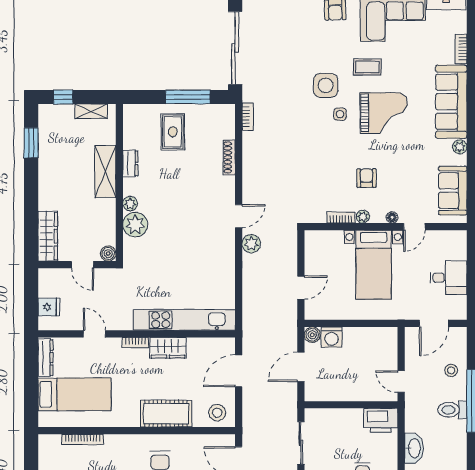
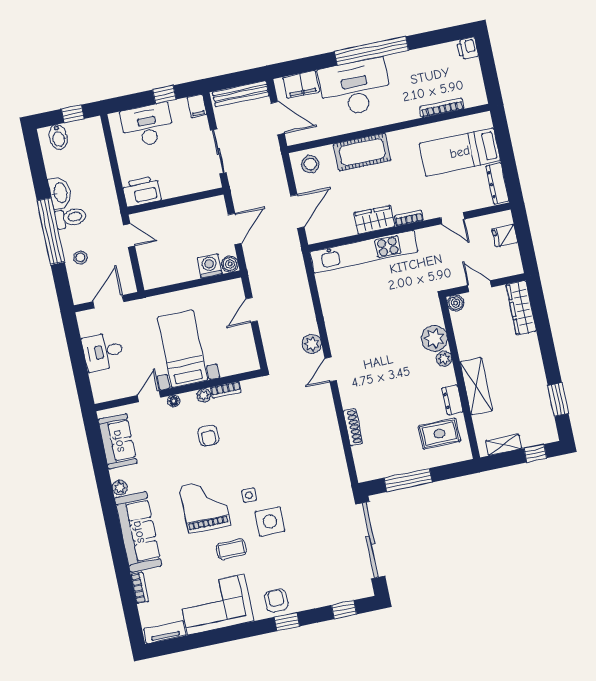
grand piano: (384, 113) -> (205, 506), turned 90
bookcase: (248, 117) -> (343, 473), removed
rug: (173, 132) -> (439, 434), moved, turned 90
washbasin: (414, 448) -> (60, 193), moved, turned 180

